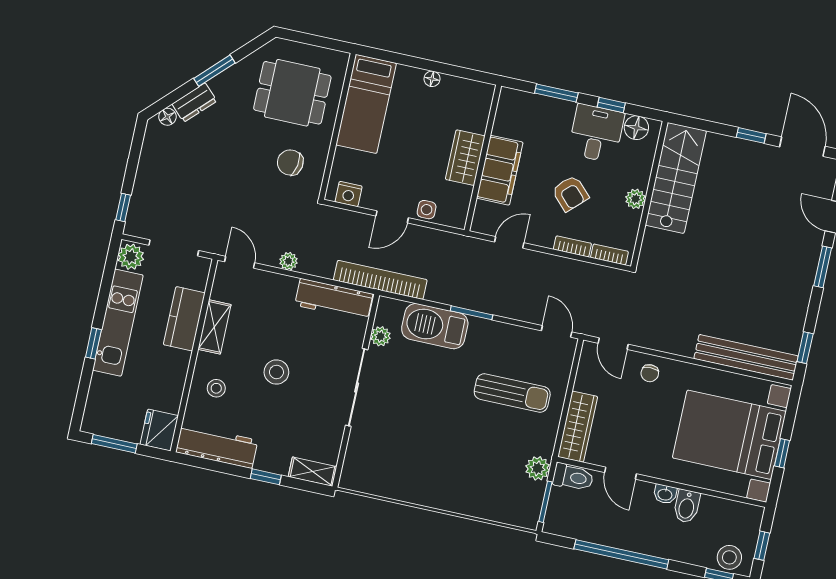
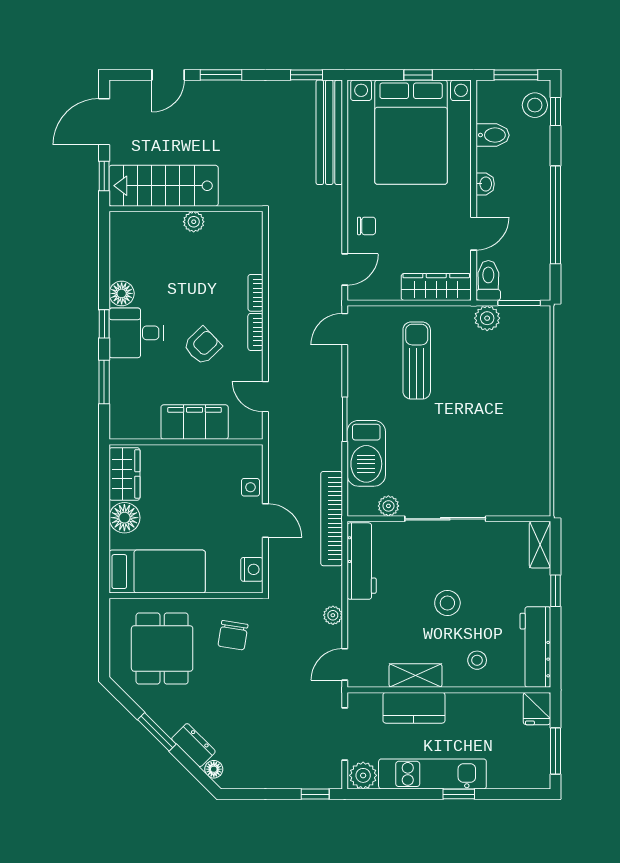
floor lamp: (432, 79) -> (124, 518), width x1.89, depth x1.89
wardrobe: (465, 158) -> (124, 474), moved, turned -90
stairs: (676, 178) -> (164, 186), moved
wall: (649, 194) -> (186, 209), moved
plant: (635, 199) -> (194, 222), moved
fridge: (159, 430) -> (537, 709), width x0.72
bidet: (687, 506) -> (493, 135), moved
window: (762, 546) -> (516, 75), width x1.50

